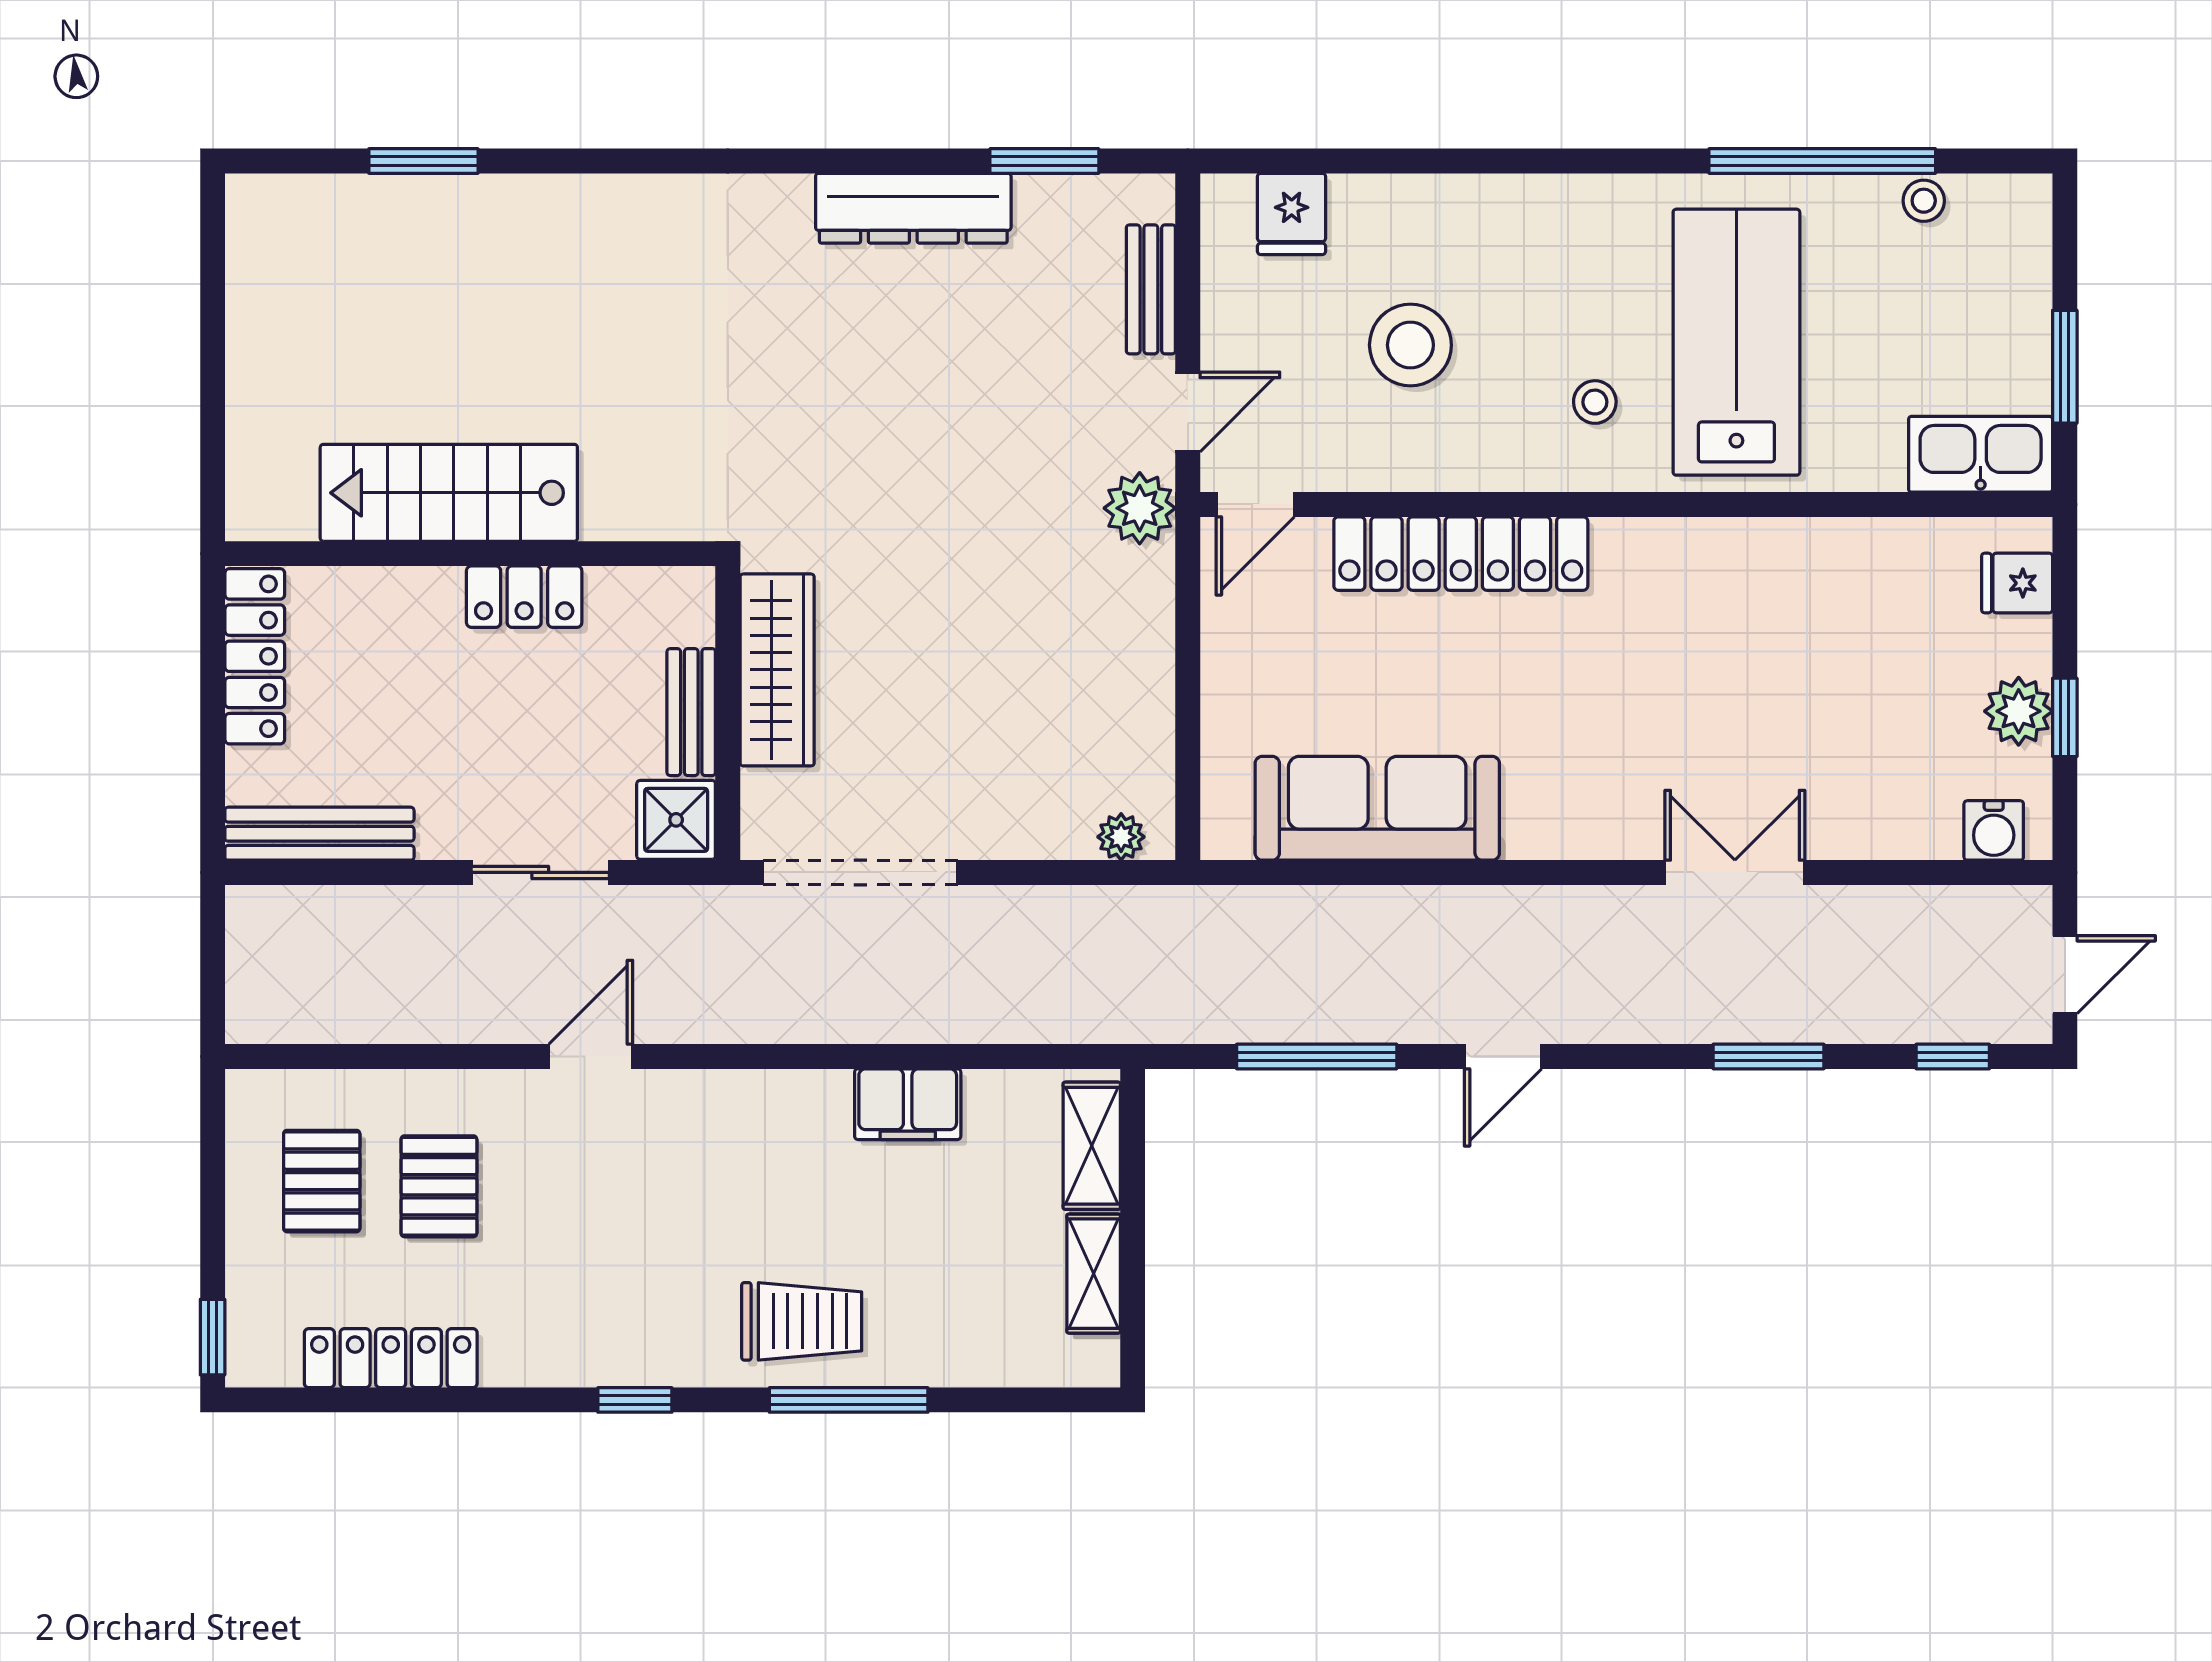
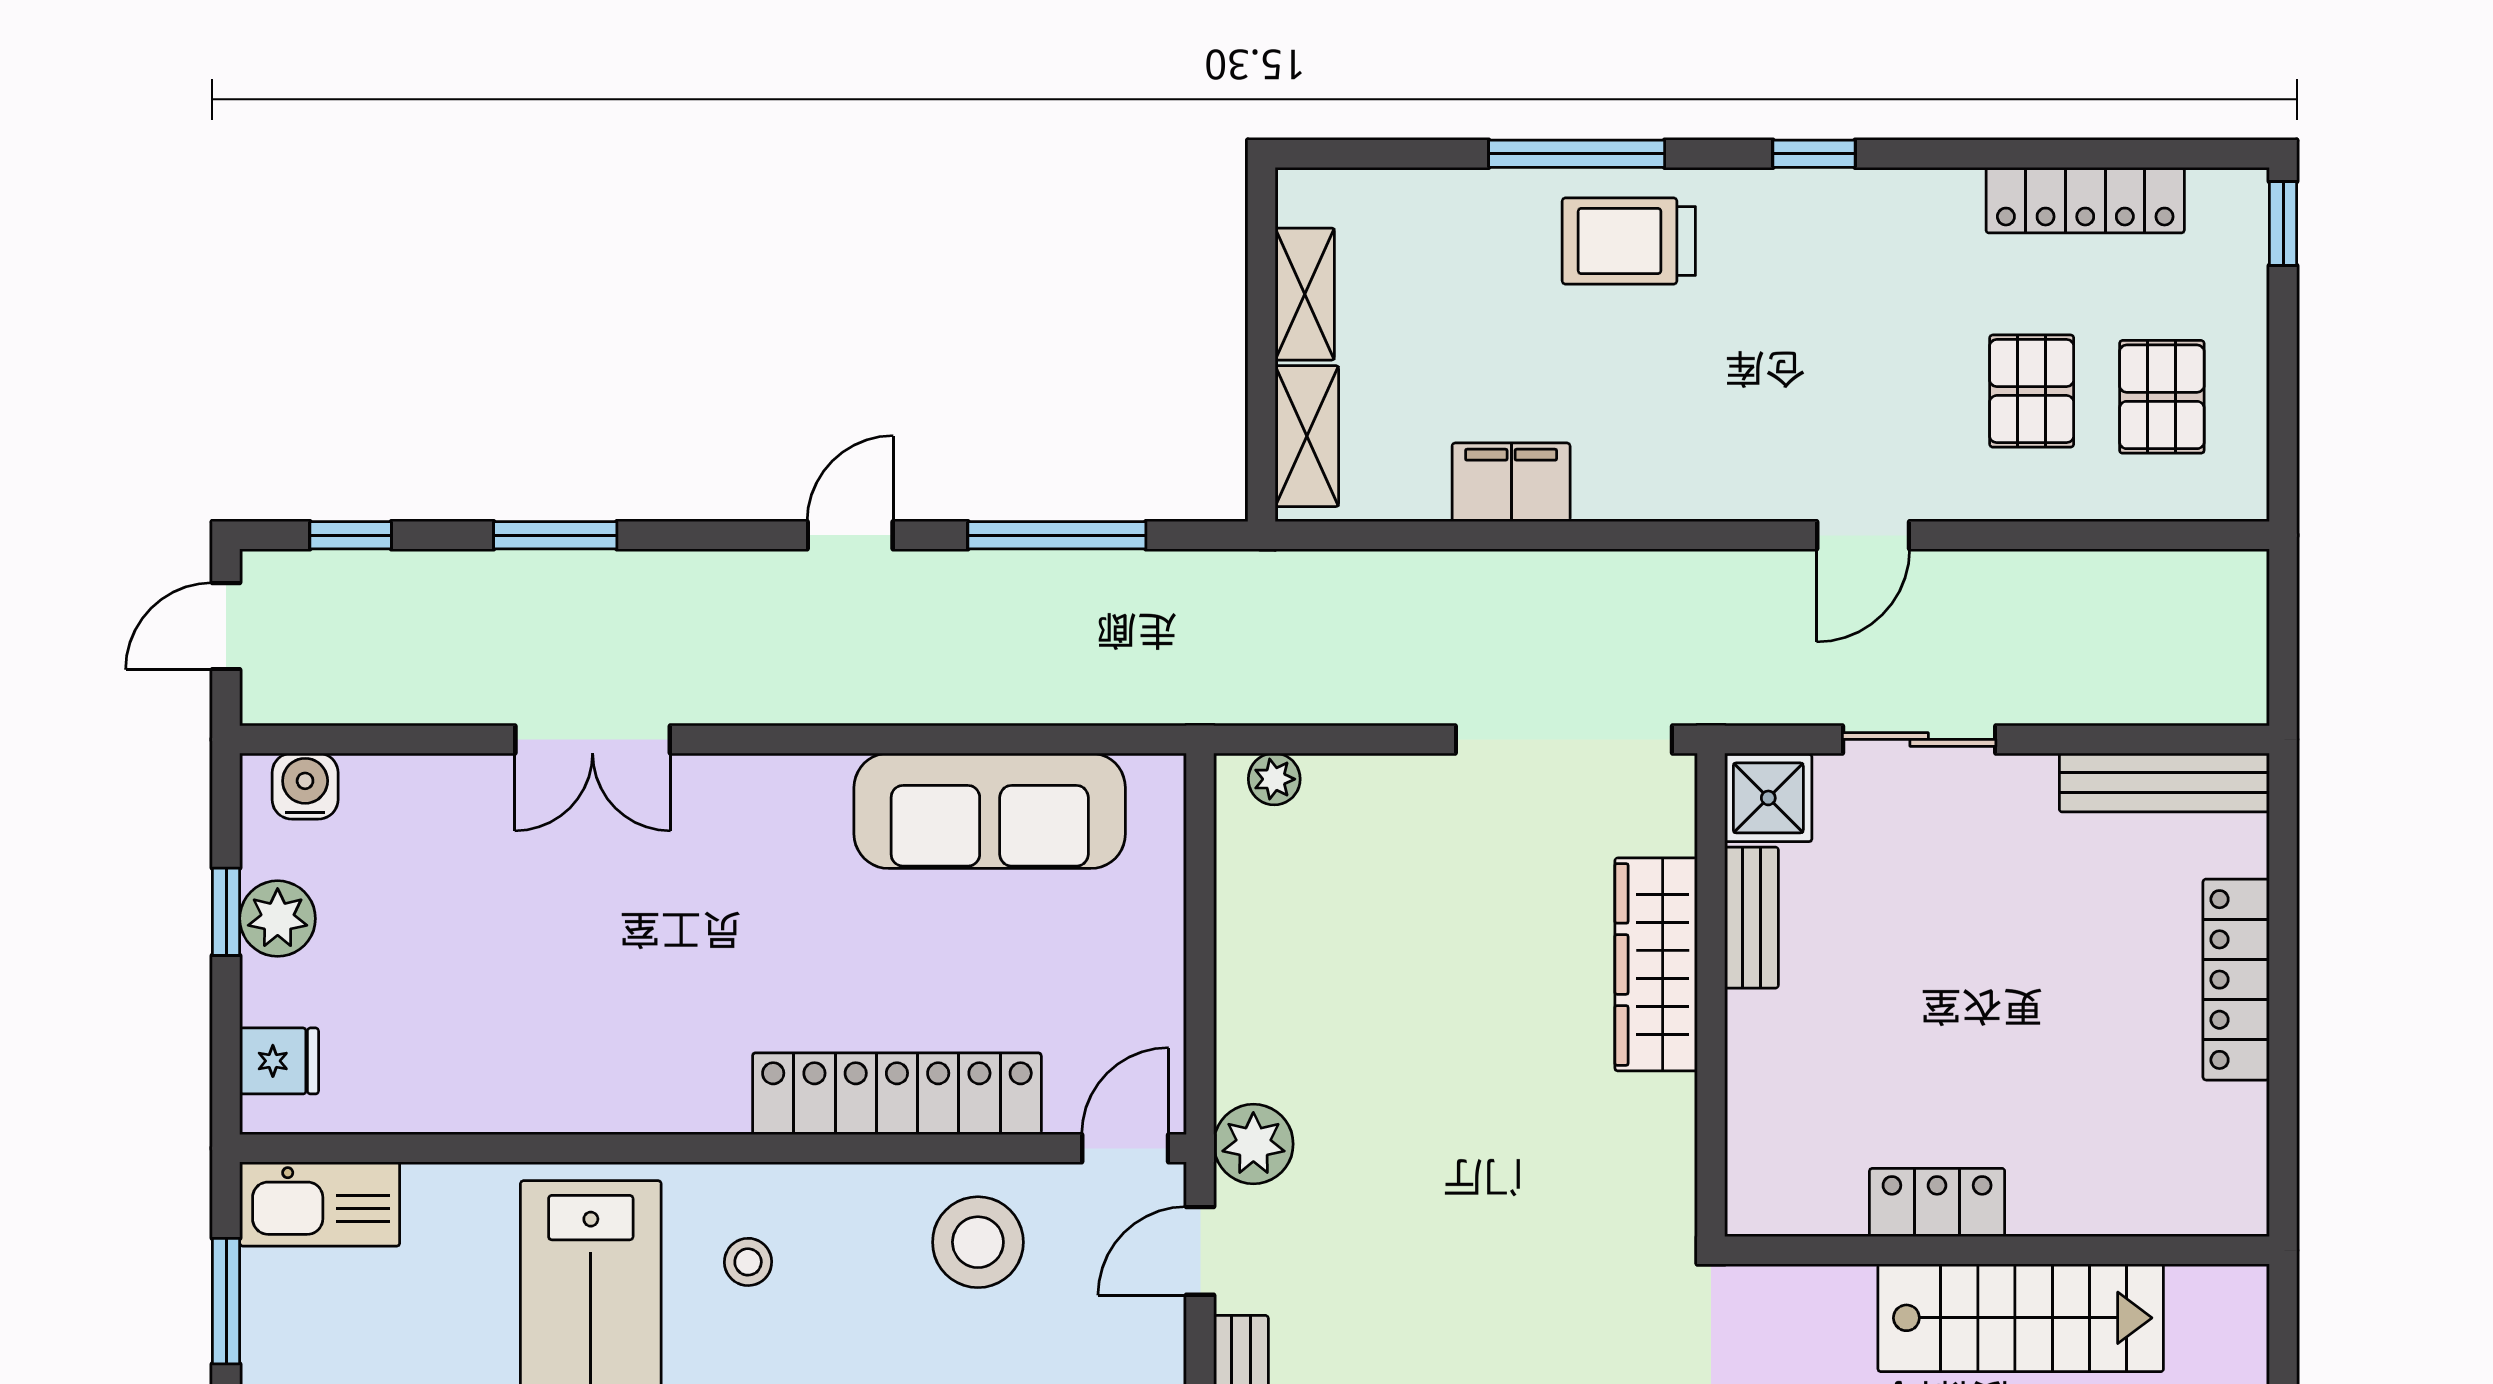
stool: (1410, 345) -> (978, 1242), moved
stairs: (449, 493) -> (2021, 1318), moved
wall: (470, 554) -> (1997, 1250), moved
locker: (524, 597) -> (1937, 1203), moved

